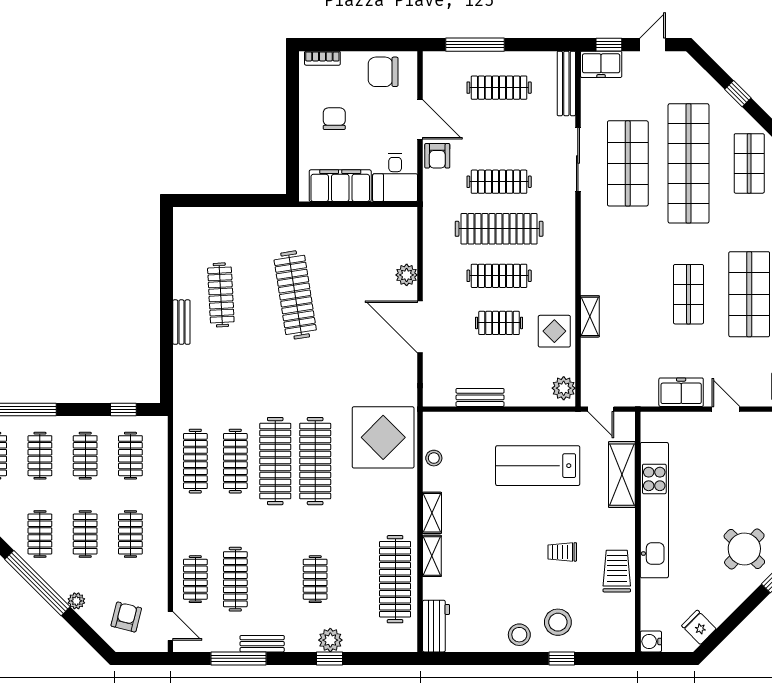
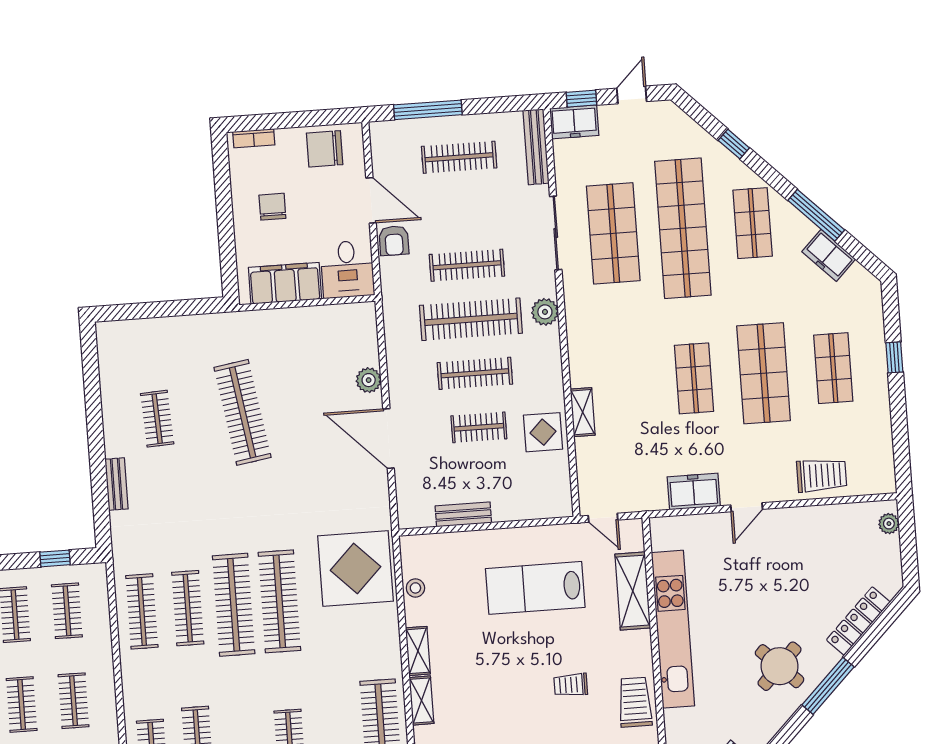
clothes rail: (221, 295) -> (157, 419), width x0.73
bench: (181, 322) -> (116, 484), moved
plant: (564, 388) -> (545, 312), moved
door: (726, 409) -> (747, 507), swing flipped

